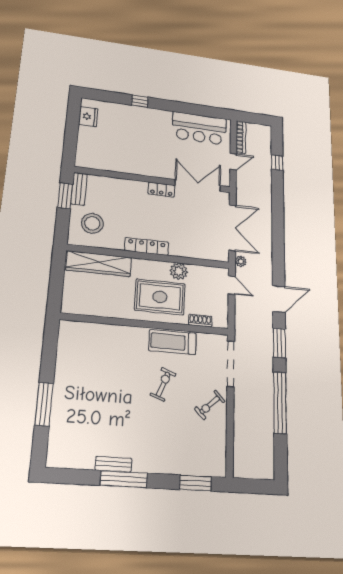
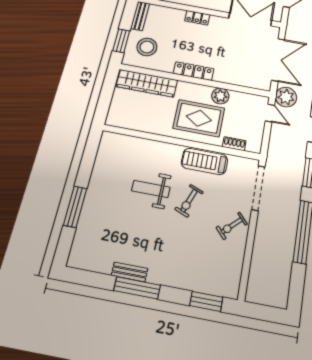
locker: (161, 190) -> (197, 18), moved
window: (65, 196) -> (121, 41), moved
plant: (241, 261) -> (286, 97), width x1.87, depth x1.87
weight bench: (122, 377) -> (151, 189), added
exercise bike: (163, 384) -> (189, 201), turned 180

